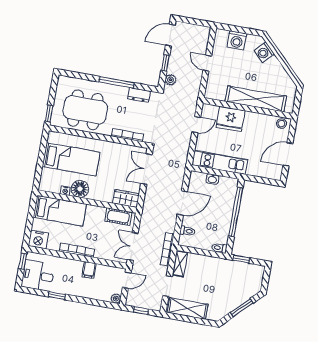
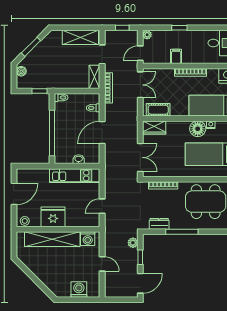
washing machine: (264, 52) -> (88, 239), moved, turned 135
fridge: (230, 119) -> (53, 217), moved
boiler: (257, 284) -> (21, 71), added
window: (57, 296) -> (179, 28), moved

